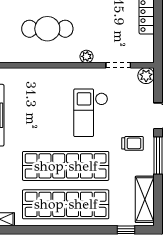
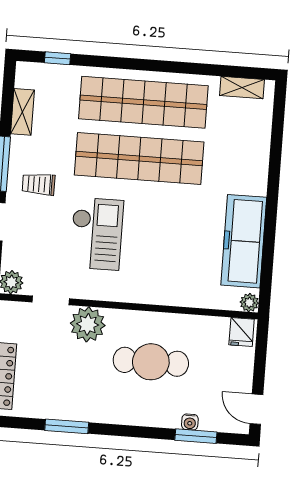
plant: (86, 56) -> (88, 324), width x1.88, depth x1.88
shelving: (145, 199) -> (22, 112), width x0.67, depth x0.75

